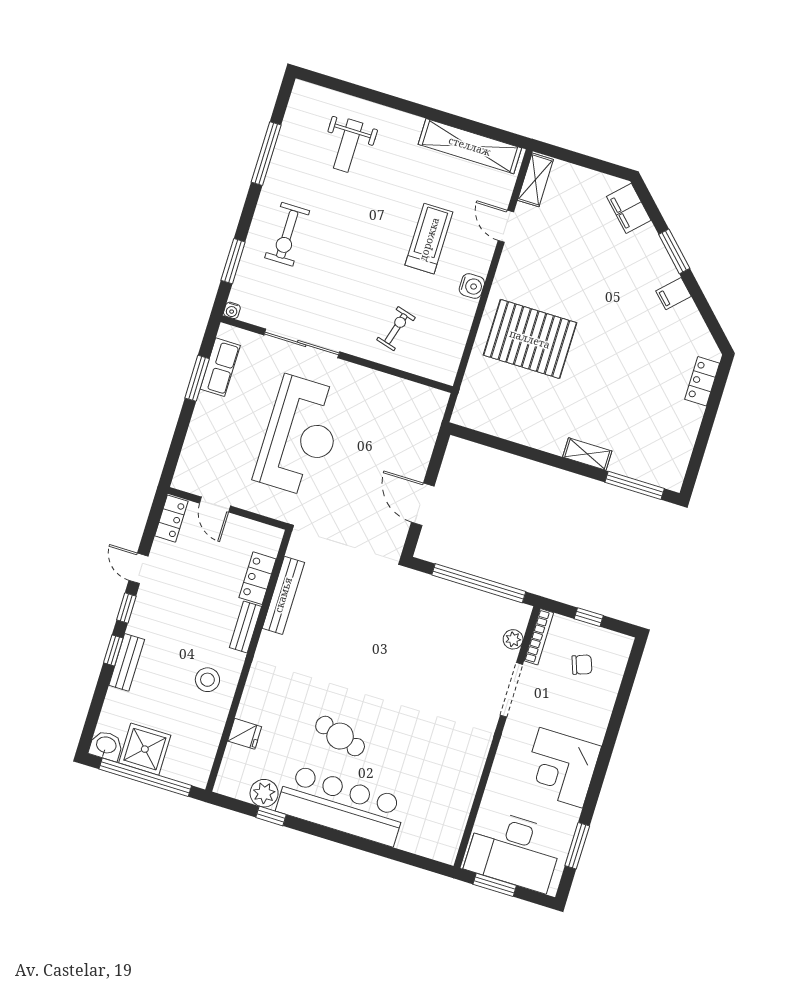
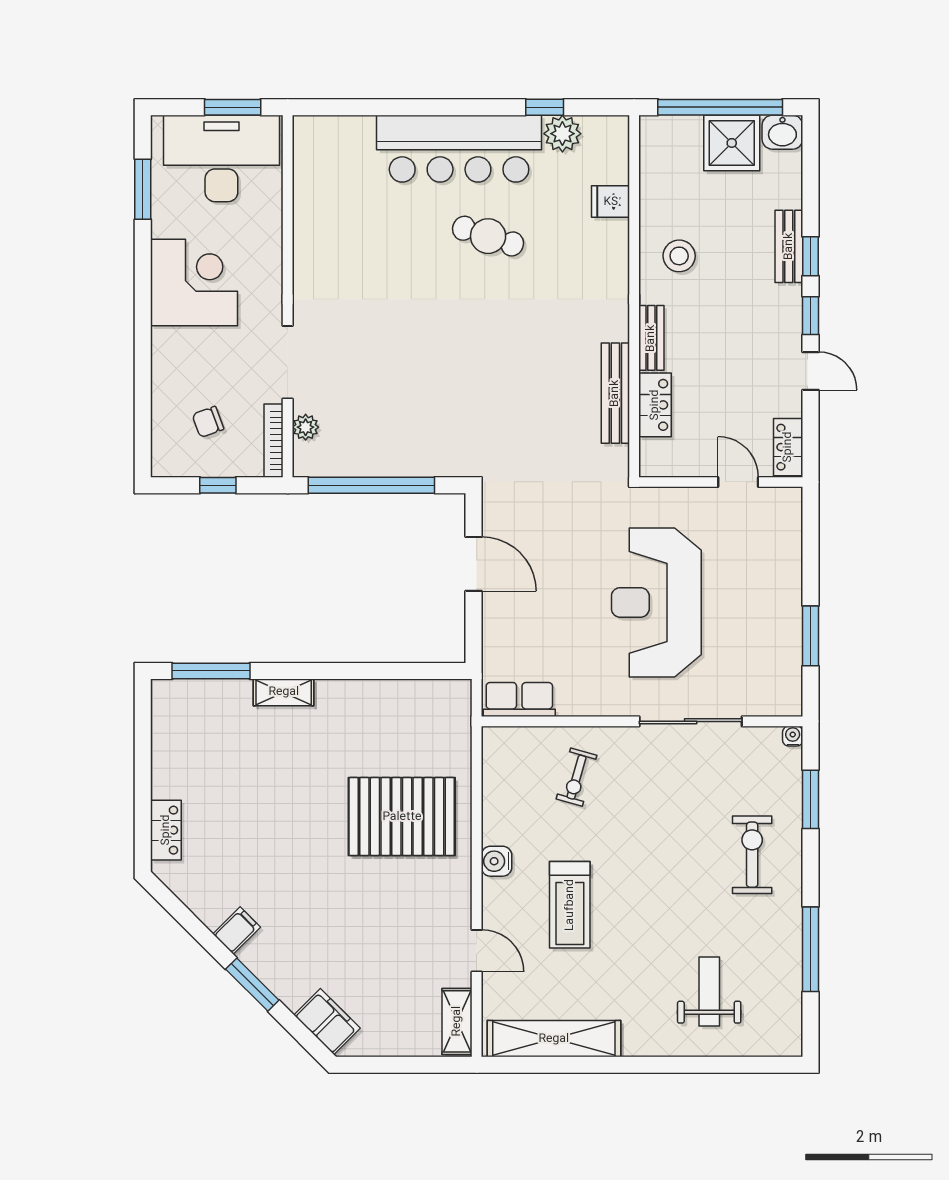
row of seats: (220, 367) -> (519, 699), moved, turned 90

